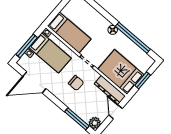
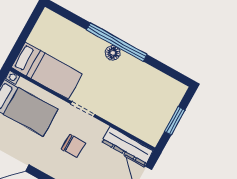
window: (133, 38) -> (117, 42), moved
bed: (121, 72) -> (139, 115), removed

